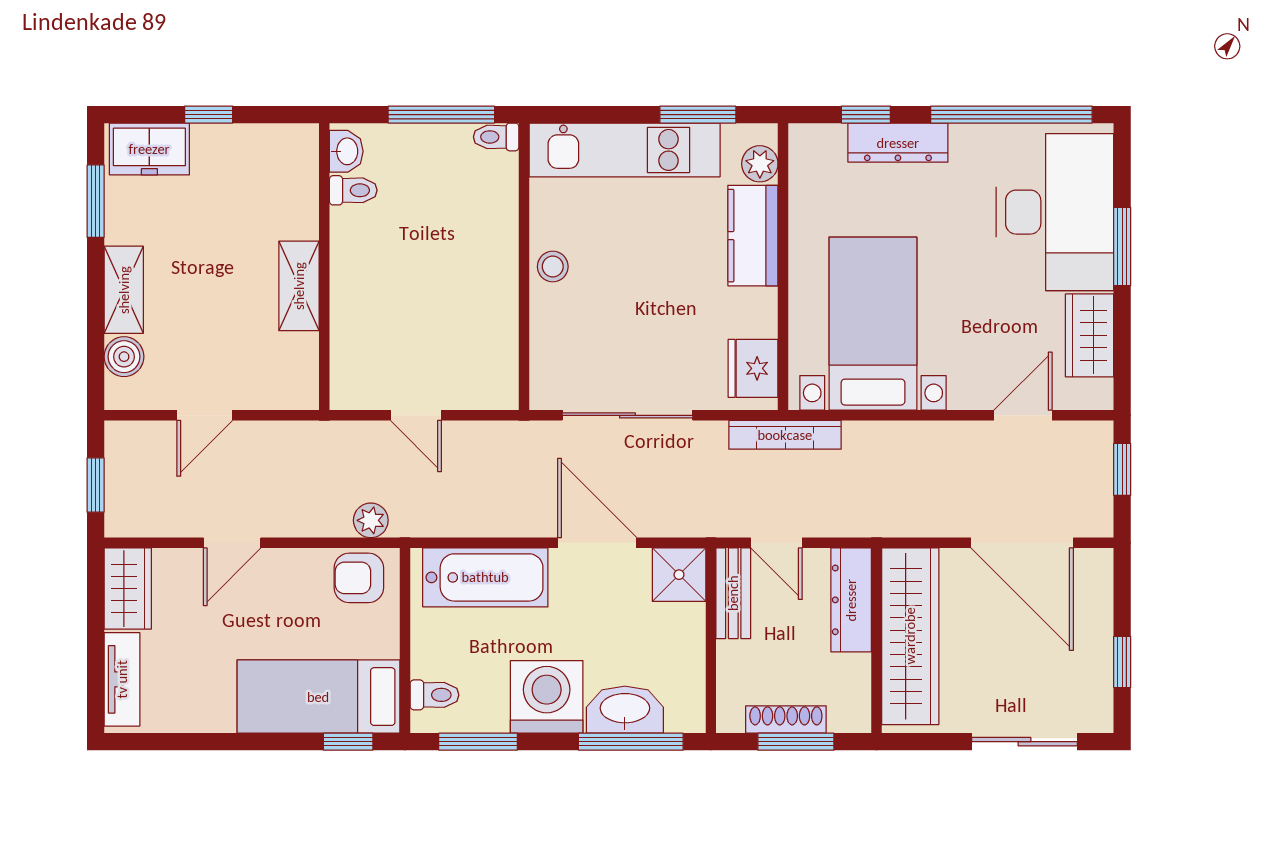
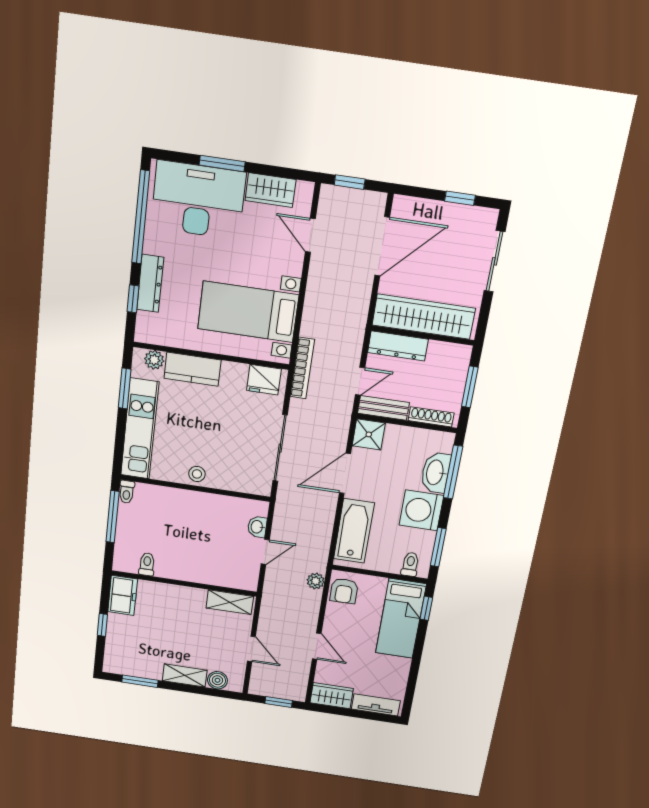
freezer: (149, 149) -> (123, 595), moved
washbasin: (346, 151) -> (257, 527), moved, turned -90
shelving: (299, 286) -> (230, 602), moved
shoe rack: (786, 719) -> (431, 417), moved, turned 90

